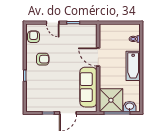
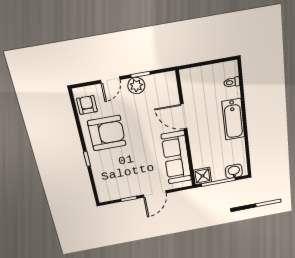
door: (53, 23) -> (110, 80), hinge flipped
plant: (69, 30) -> (136, 86), added
armchair: (43, 59) -> (107, 133), width x1.88, depth x1.88
shower: (111, 100) -> (202, 176), width x0.54, depth x0.54

